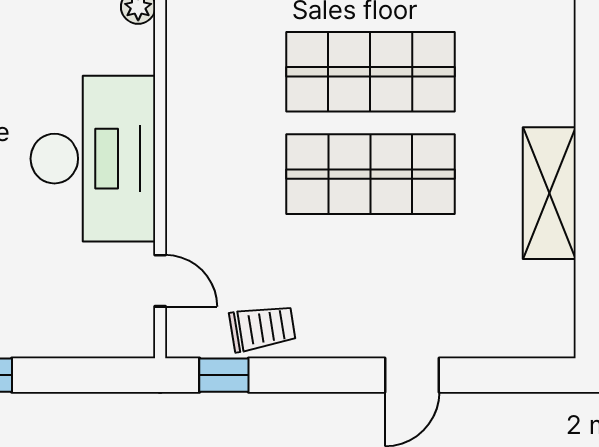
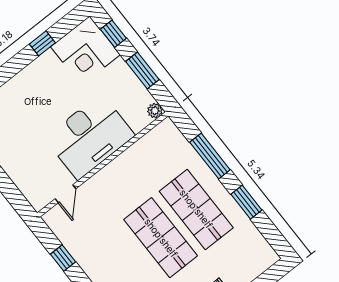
trolley: (262, 328) -> (77, 242), removed
window: (224, 375) -> (63, 258), moved

